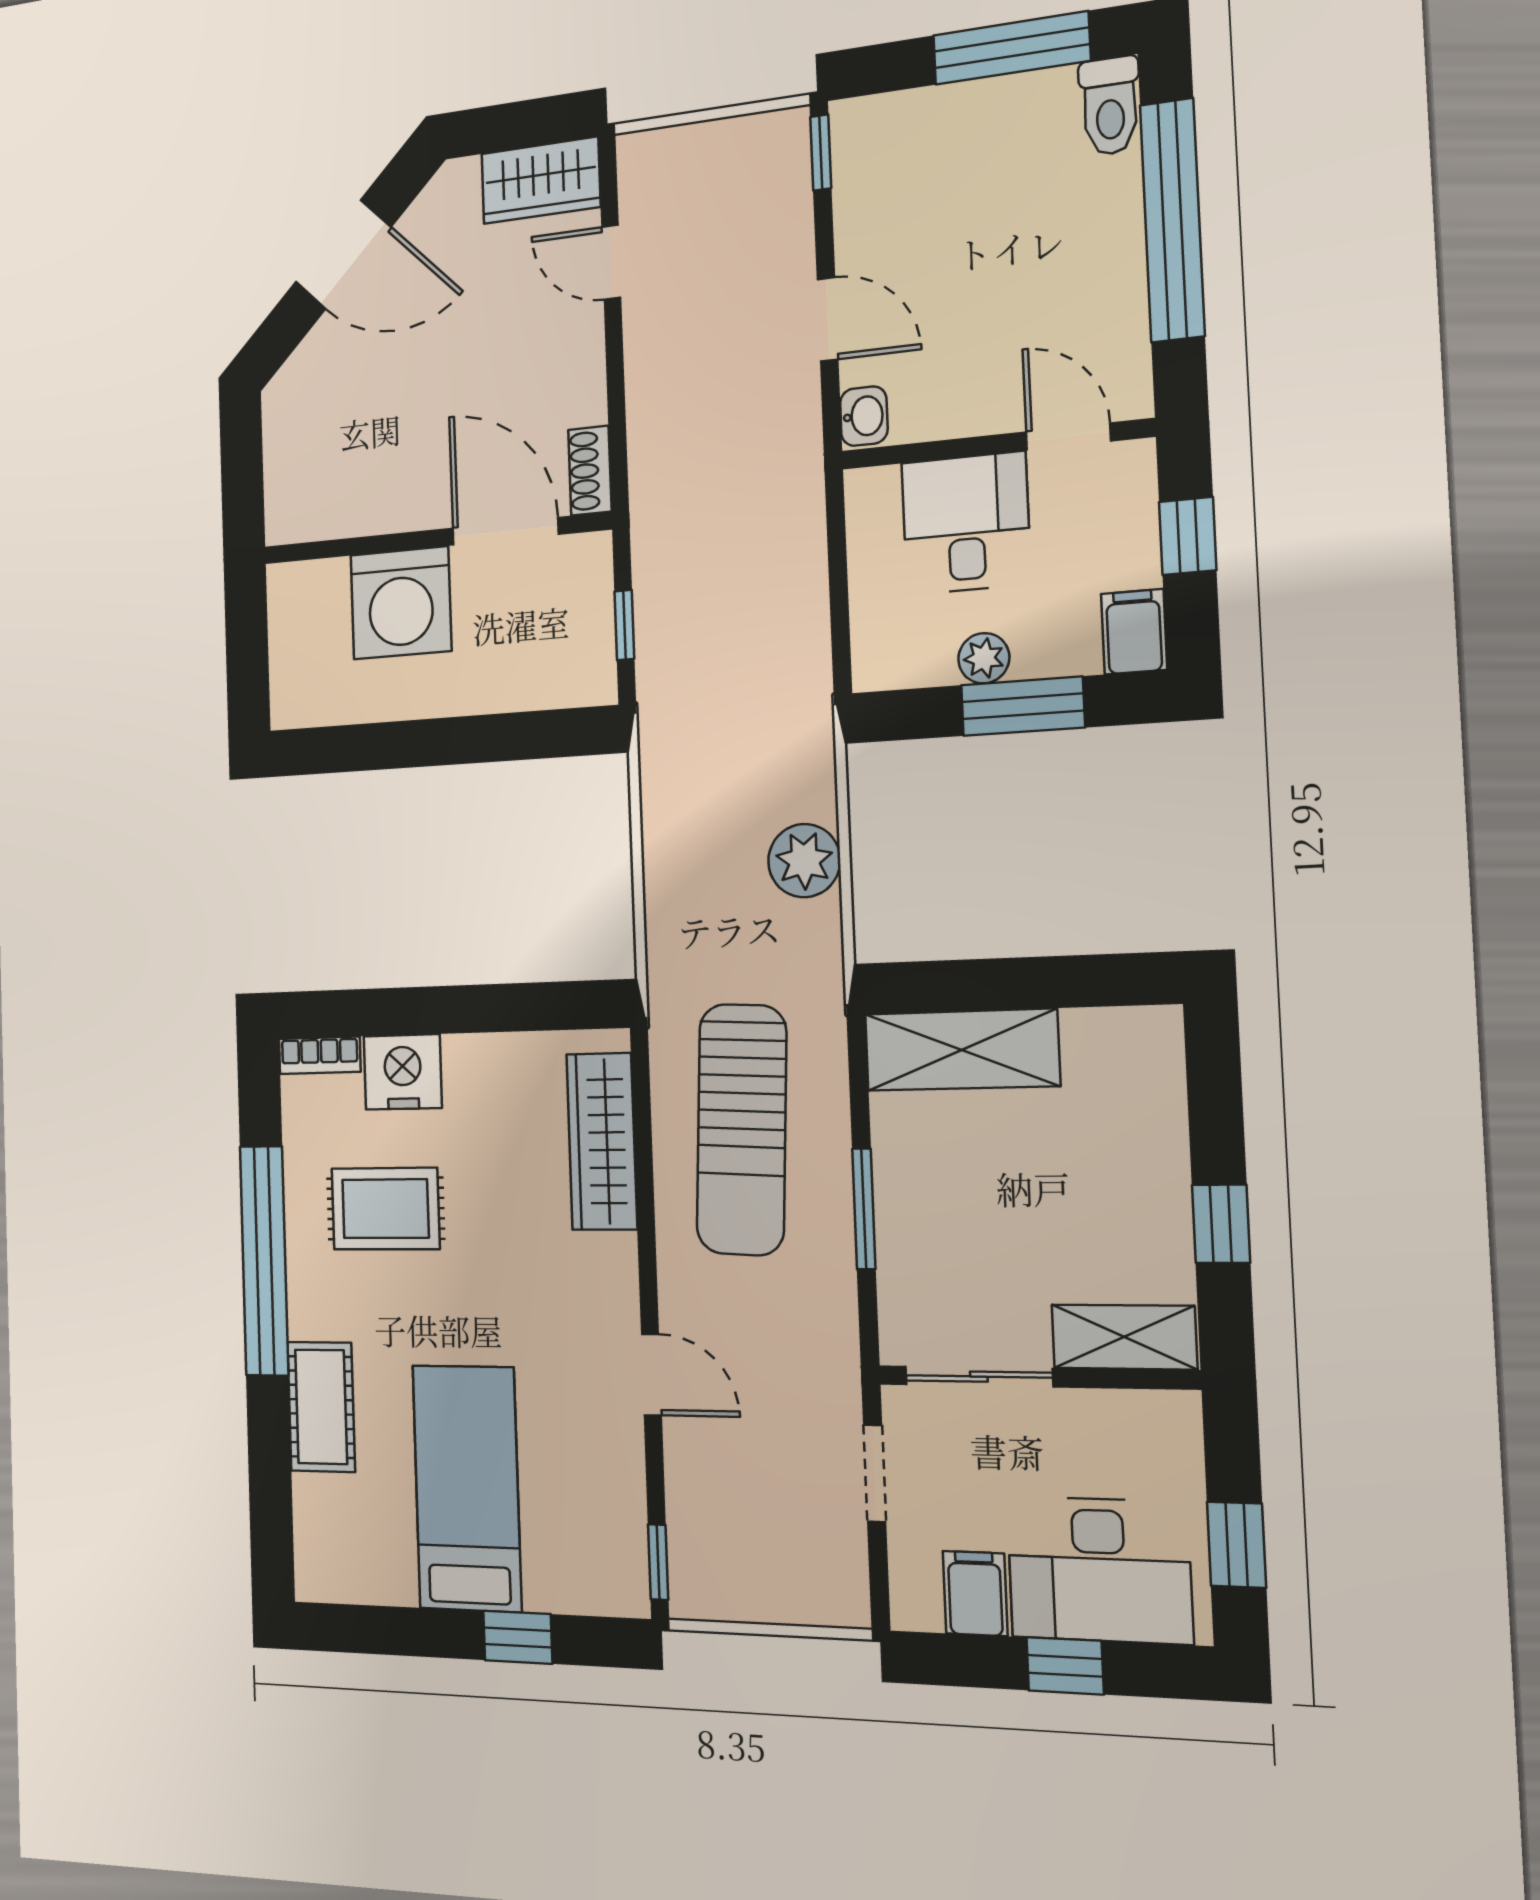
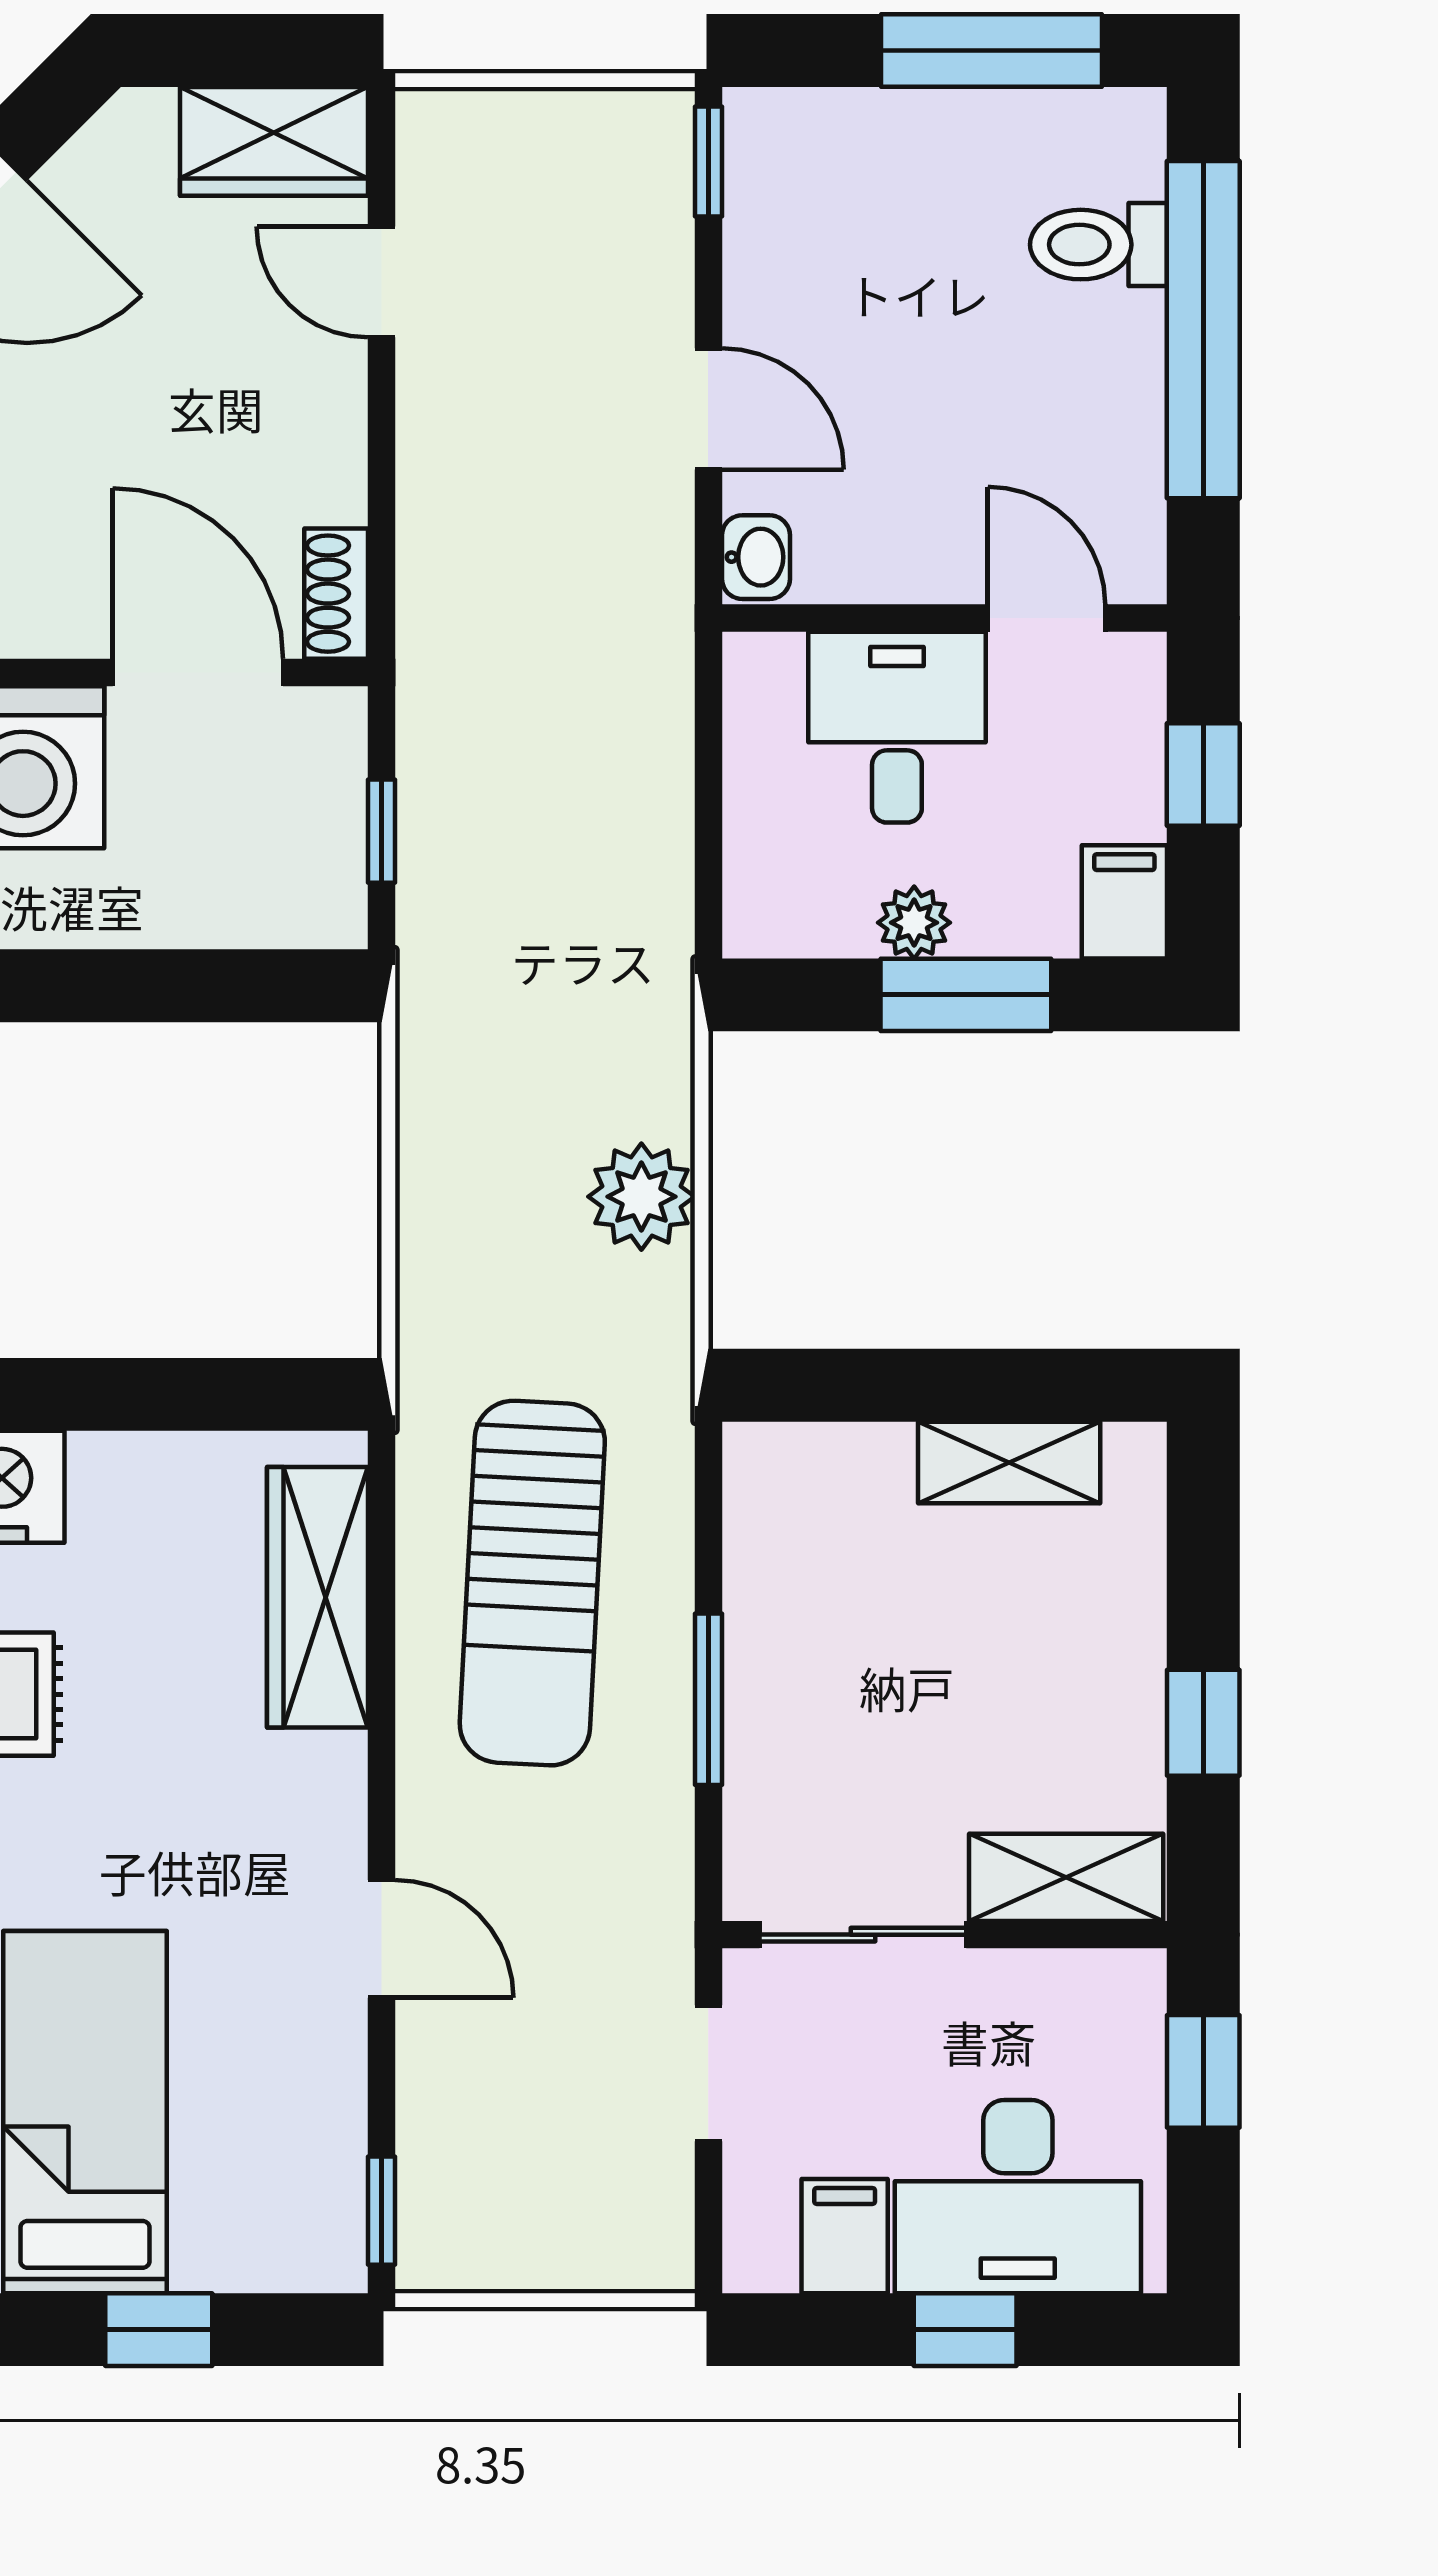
toilet: (1110, 106) -> (1098, 245), moved, turned 90
shelving: (962, 1050) -> (1009, 1463), moved, width x0.67, depth x0.75
window: (1236, 1545) -> (1203, 2071), moved

